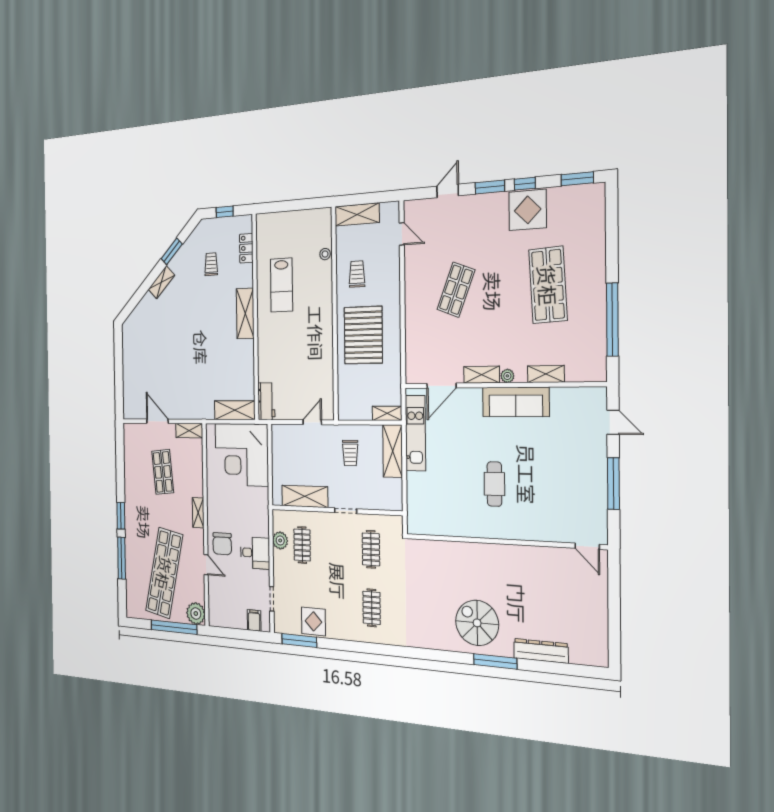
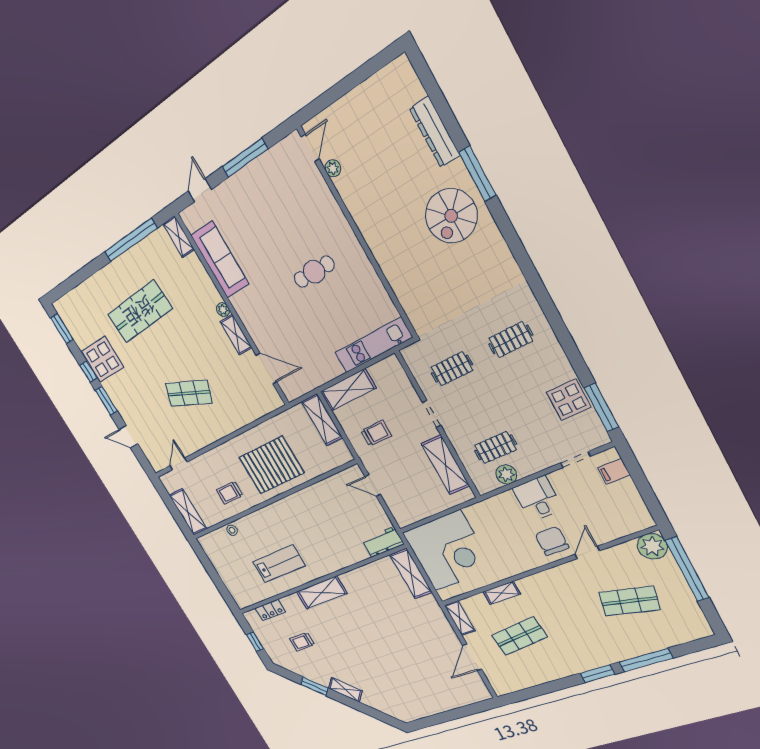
shelving: (546, 374) -> (179, 237), moved
sofa: (516, 402) -> (220, 260), moved
shelving: (387, 413) -> (322, 420), width x1.50, depth x1.33
kitchen unit: (415, 433) -> (373, 345), moved
shelving: (198, 513) -> (502, 593), moved
chair: (222, 544) -> (552, 541), turned -90
plant: (561, 555) -> (333, 168), added
shop shelf: (164, 573) -> (629, 601), width x0.50, depth x0.74

